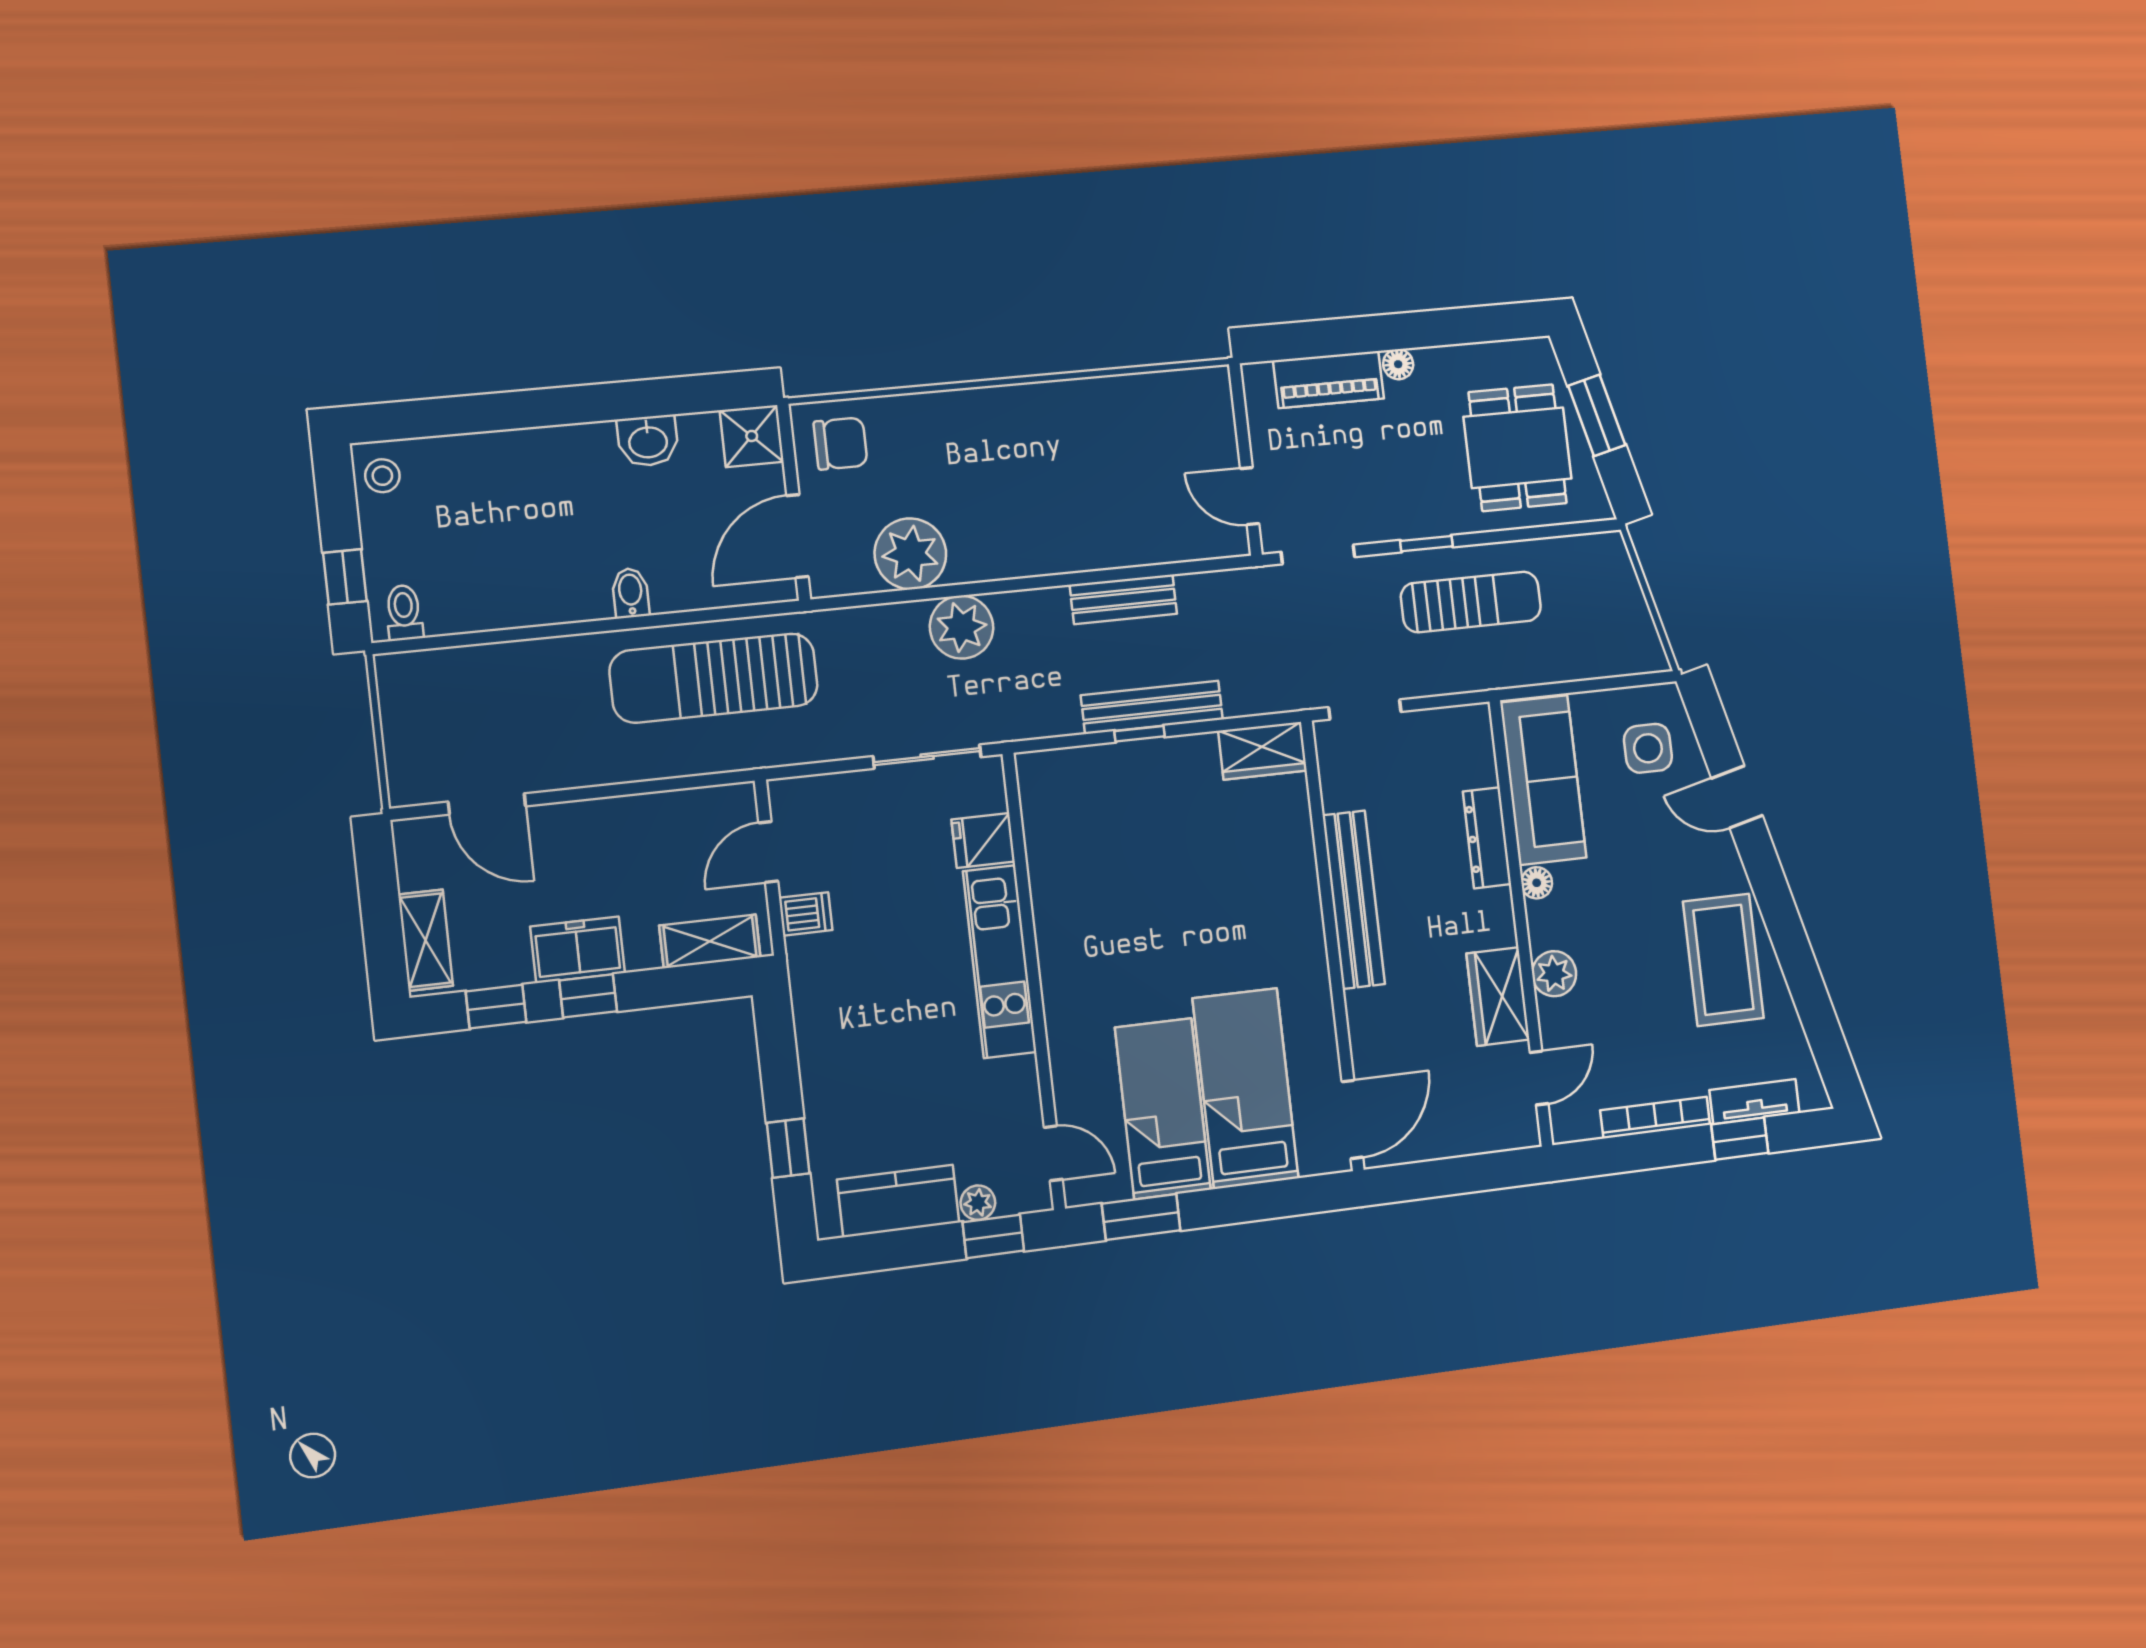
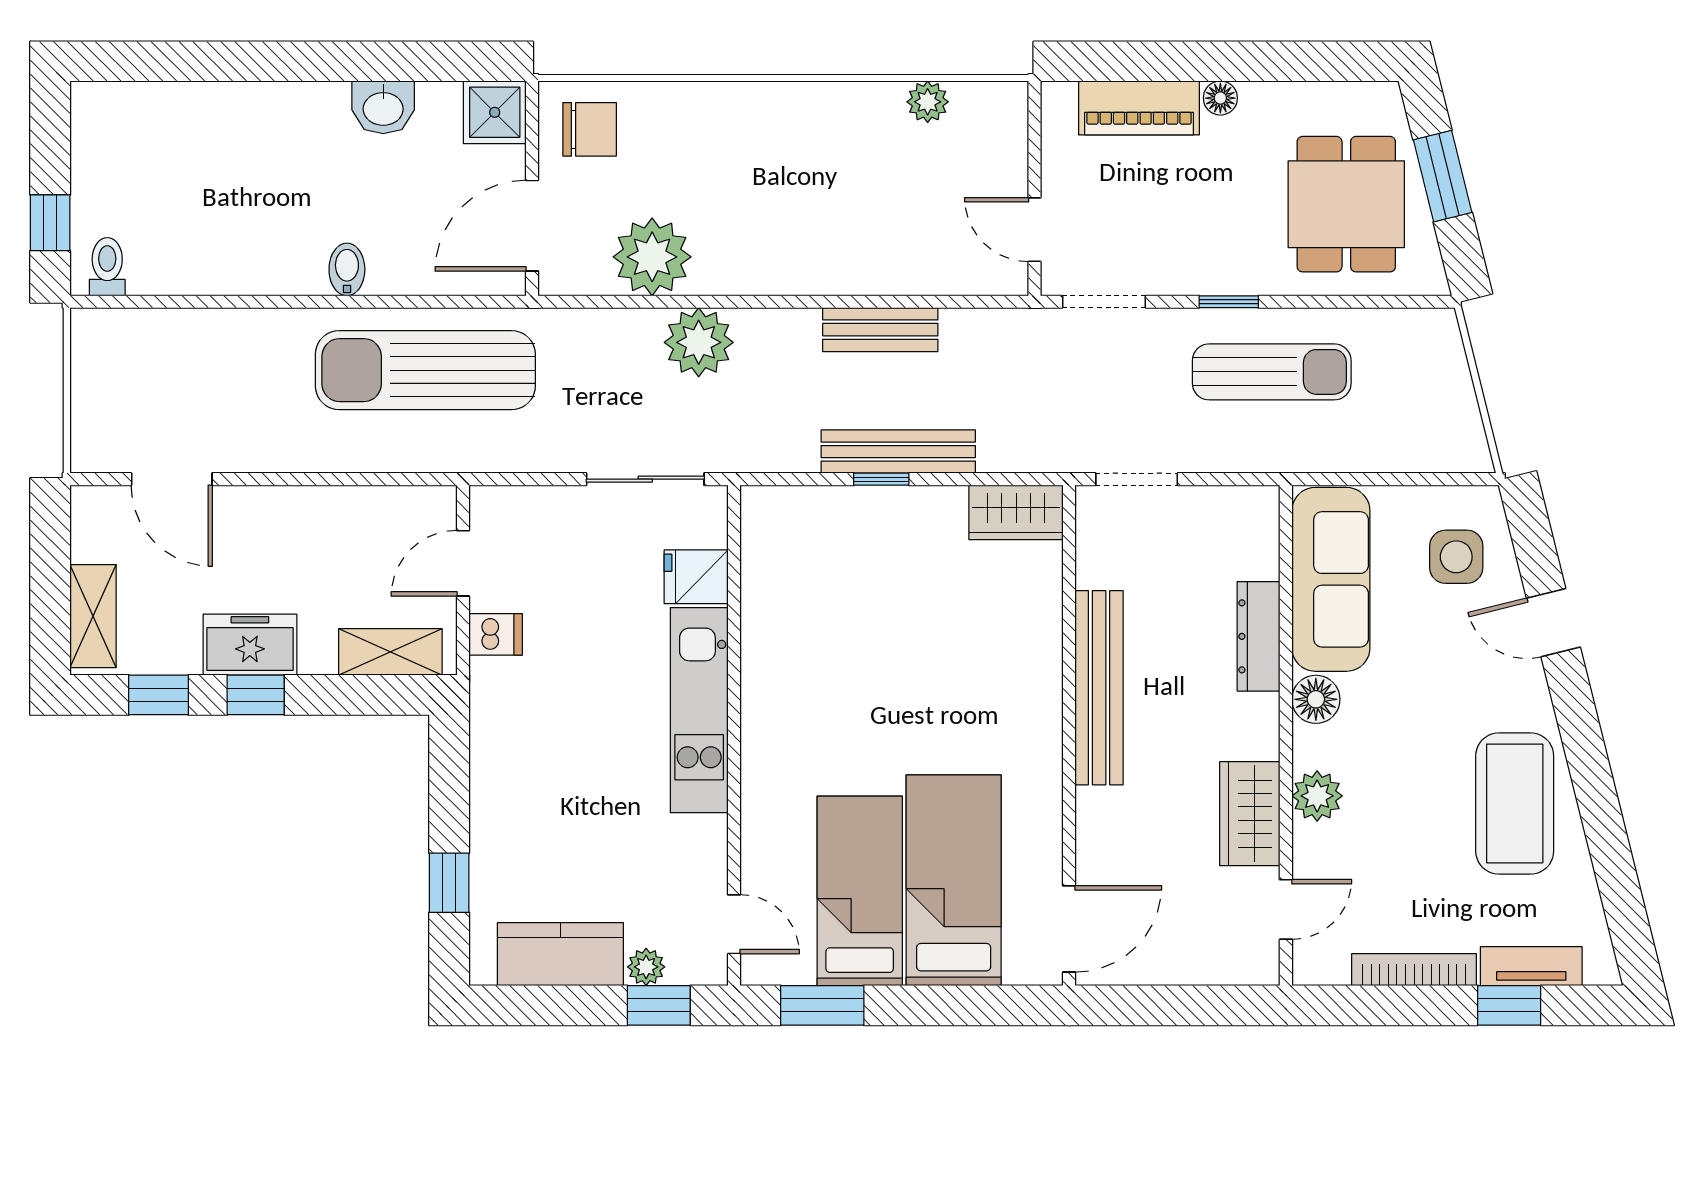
plant: (1142, 391) -> (928, 102), added
stool: (382, 476) -> (100, 119), removed
floor lamp: (1537, 883) -> (1316, 699), width x1.37, depth x1.37

